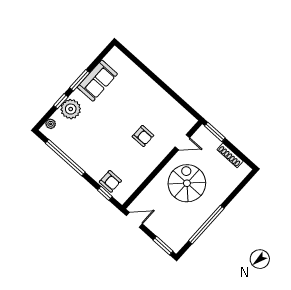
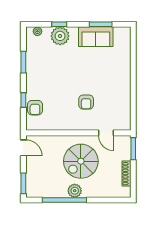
window: (80, 80) -> (101, 24), moved
window: (65, 158) -> (23, 62), width x0.47
spiral stairs: (187, 183) -> (81, 161), turned 180
window: (105, 193) -> (23, 100), moved
plant: (206, 210) -> (75, 191), added

